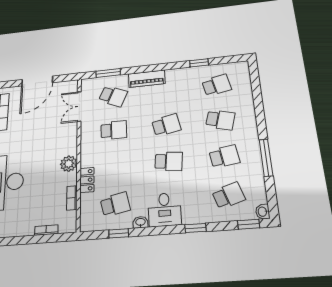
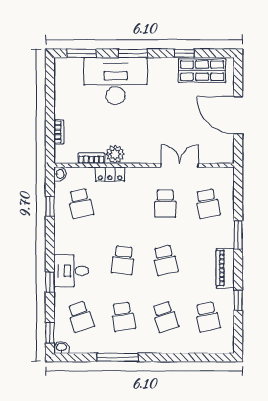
window: (108, 73) -> (238, 235), moved
piano: (147, 79) -> (225, 268), moved
school desk: (113, 96) -> (207, 203), turned -36
double door: (79, 106) -> (180, 165), moved
school desk: (220, 120) -> (165, 317), turned -33
plant: (69, 164) -> (115, 154), moved
desk: (164, 210) -> (71, 271), moved
washbasin: (140, 222) -> (60, 174), moved

